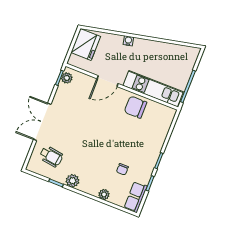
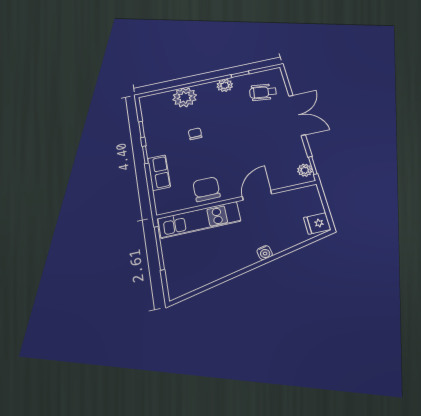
fridge: (86, 44) -> (317, 223), width x0.53, depth x0.75
chair: (135, 107) -> (206, 189), turned -90
chair: (122, 169) -> (195, 134), moved
plant: (104, 194) -> (185, 97), width x1.88, depth x1.88
row of seats: (136, 197) -> (159, 173), moved

